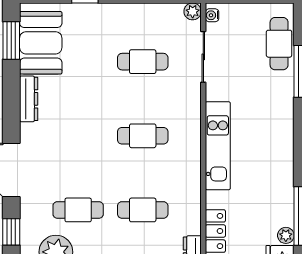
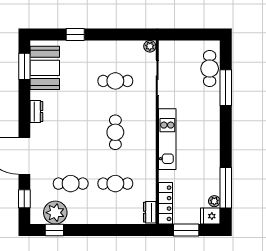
water cooler: (212, 15) -> (163, 49), removed
dresser: (29, 99) -> (36, 112), width x0.70
cafe table: (143, 136) -> (115, 132), turned 90

